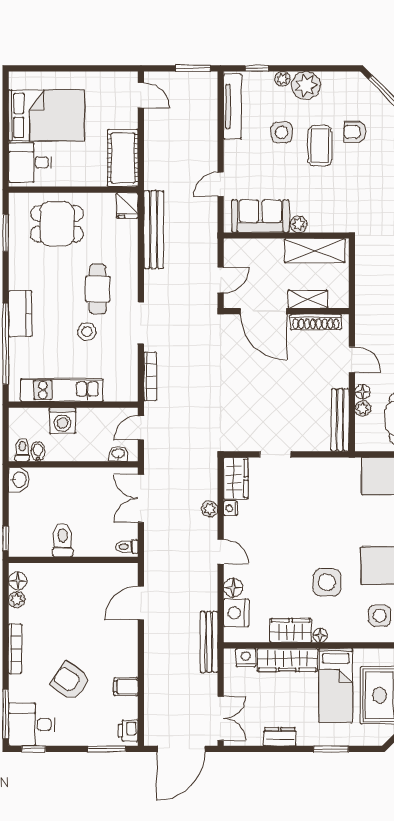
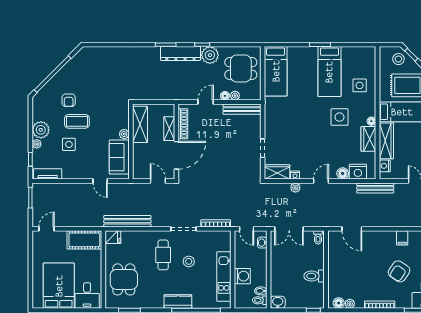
tv unit: (232, 107) -> (48, 174), width x0.71
cafe table: (98, 289) -> (163, 255), turned 90

